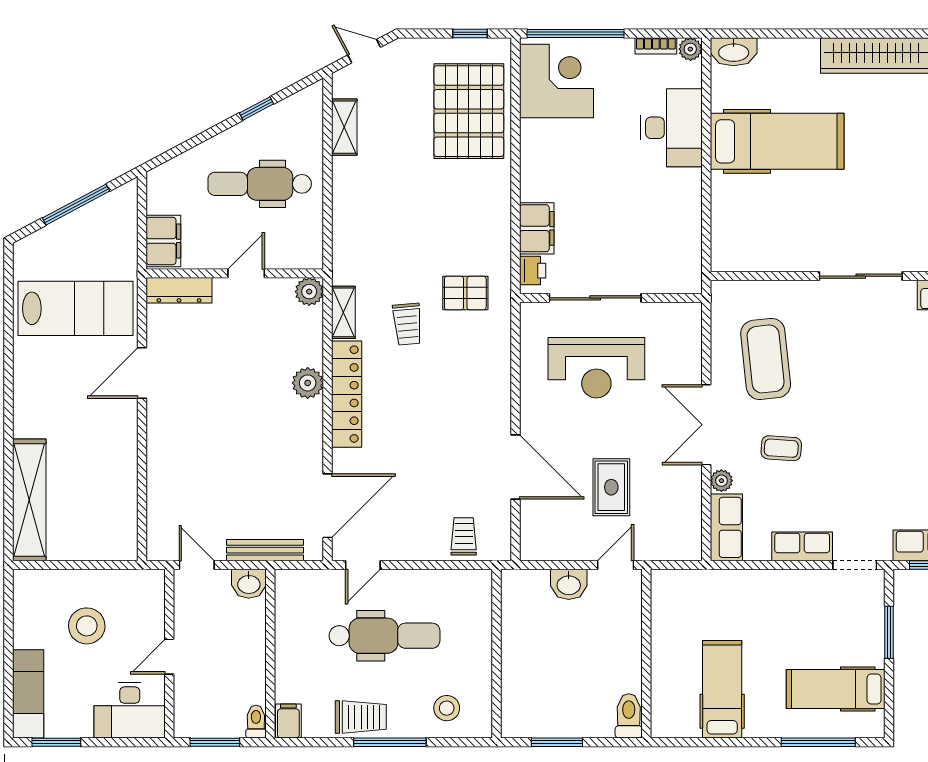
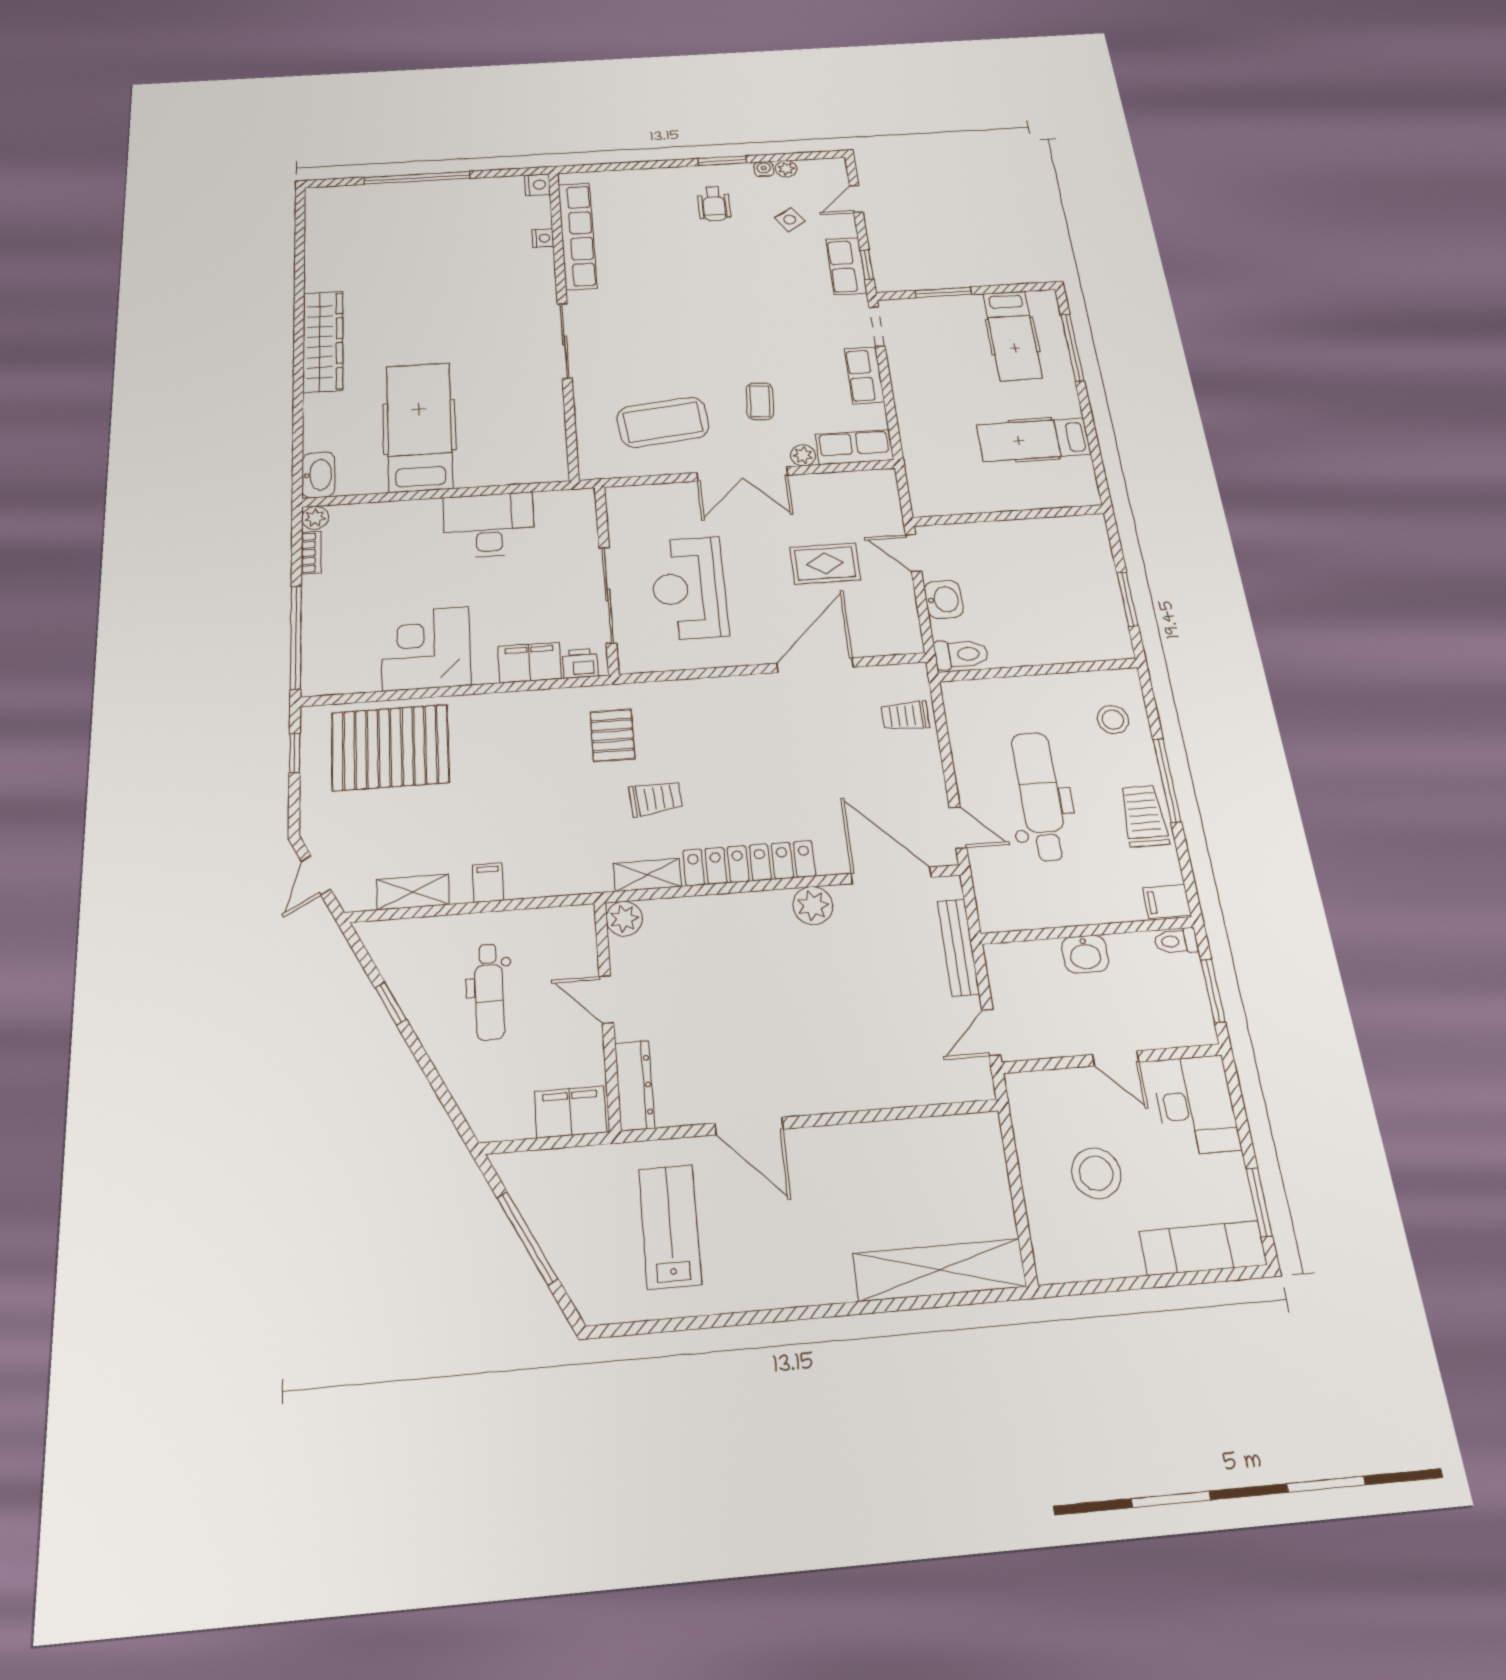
corner desk: (556, 81) -> (426, 649), moved
desk: (671, 128) -> (489, 525), moved
dental chair: (260, 184) -> (489, 992), width x0.73, depth x0.72
filing cabinet: (347, 186) -> (488, 883), added
lab bench: (75, 308) -> (670, 1226), width x0.73, depth x0.72
reception desk: (596, 368) -> (689, 588), turned 180
plant: (308, 383) -> (813, 906), moved
washbasin: (249, 584) -> (1085, 954), moved, turned 90
toilet: (629, 716) -> (961, 654), moved, turned 180

